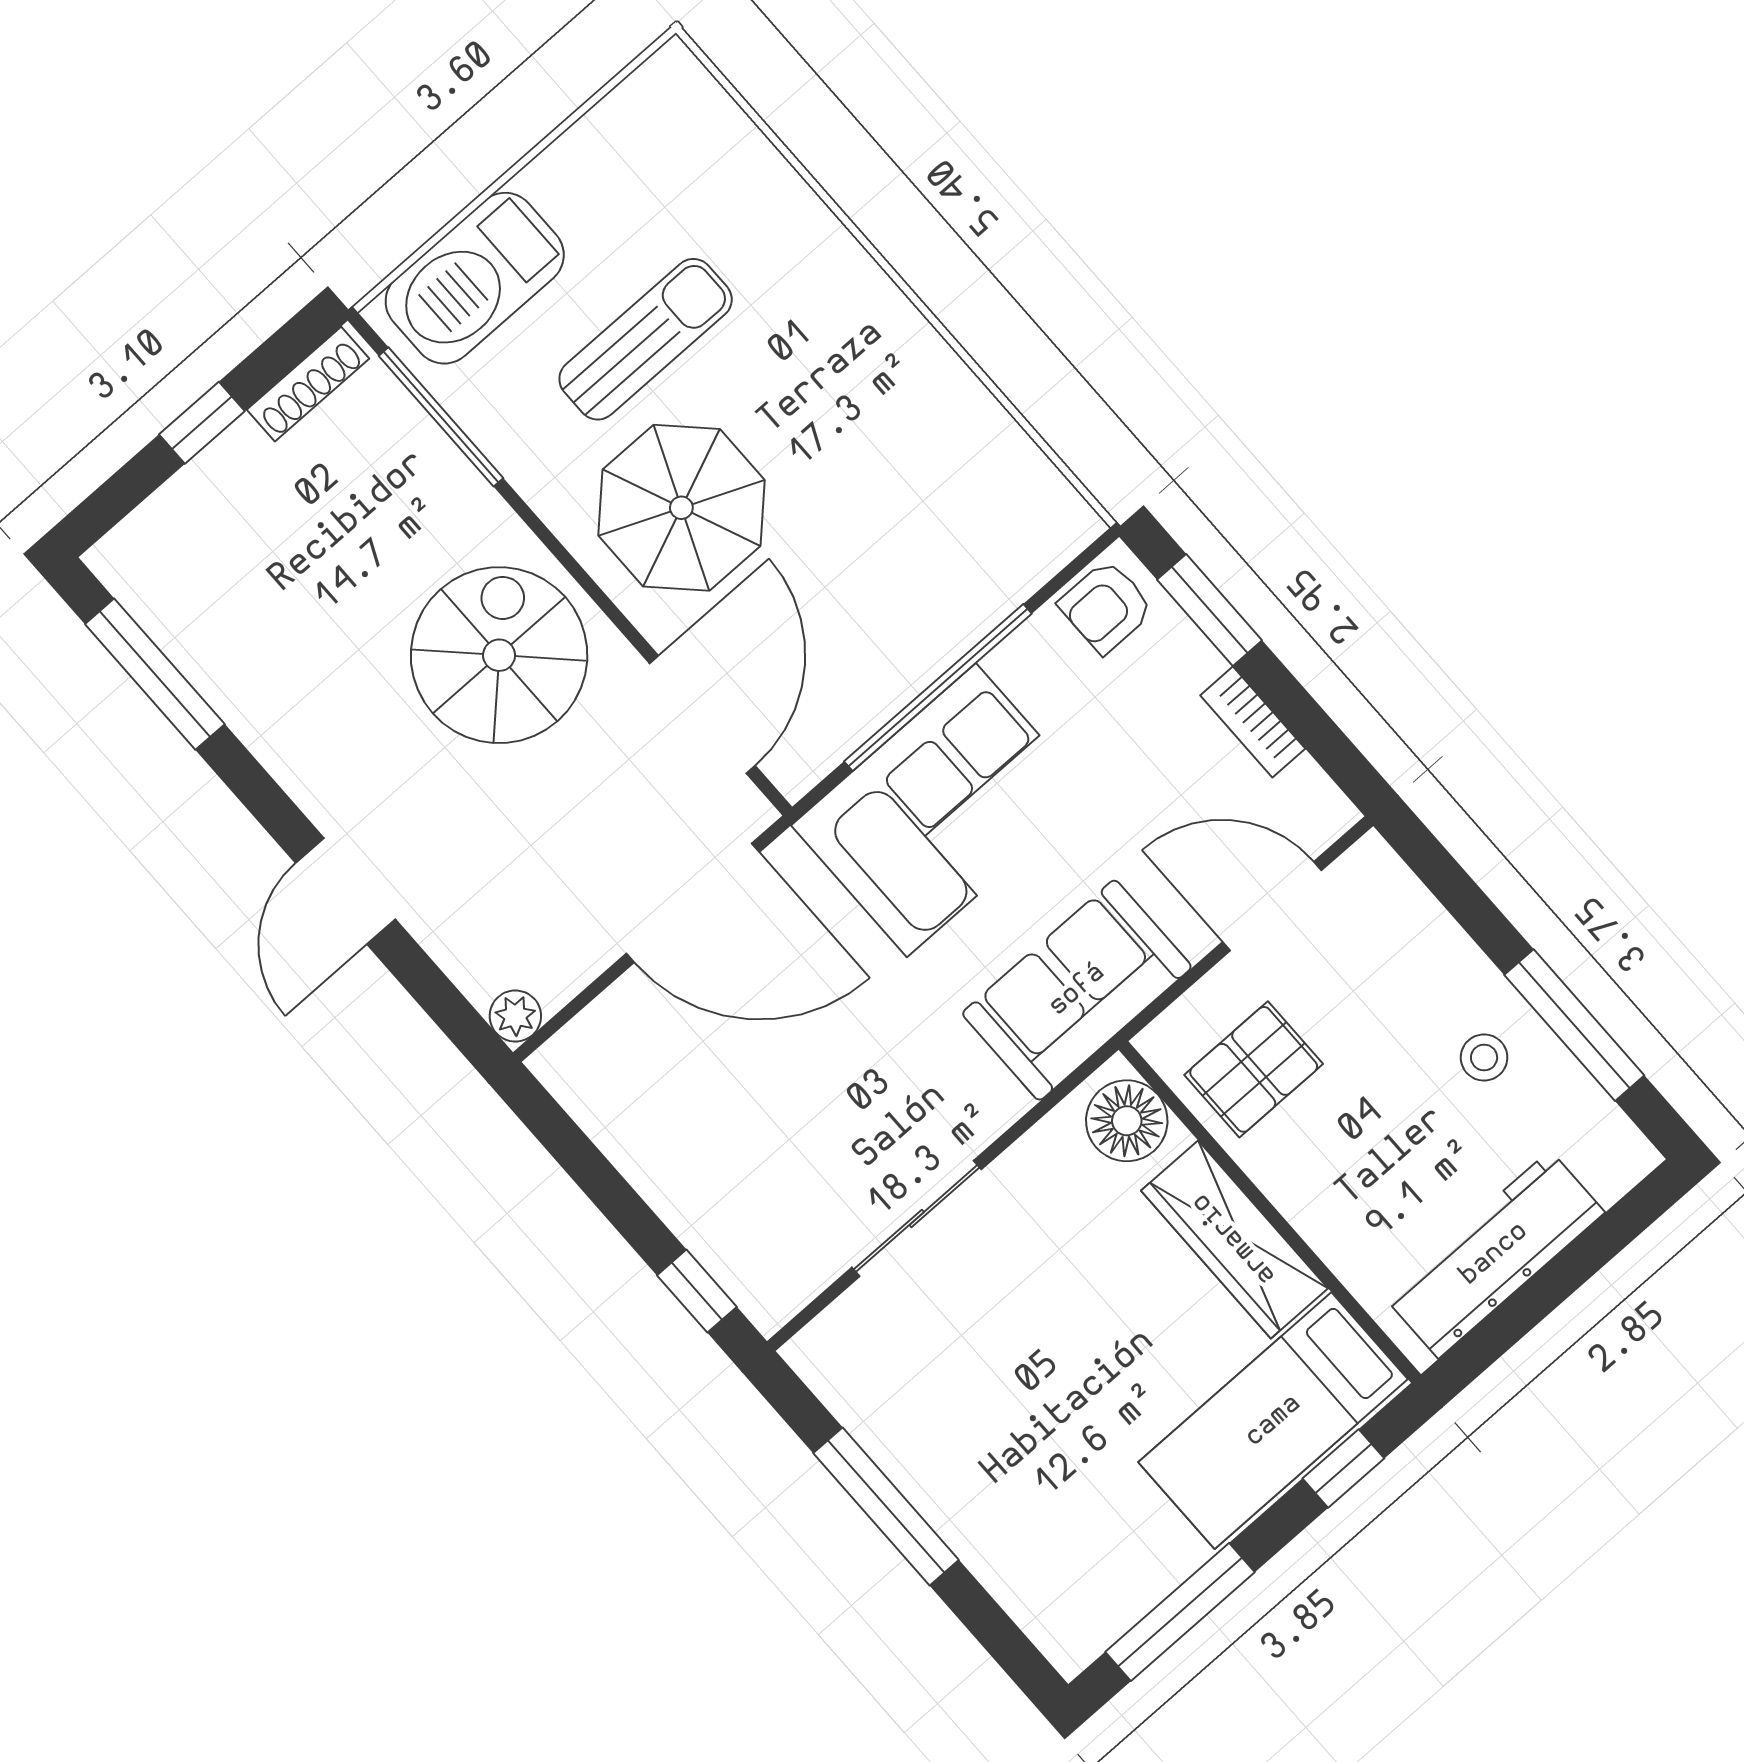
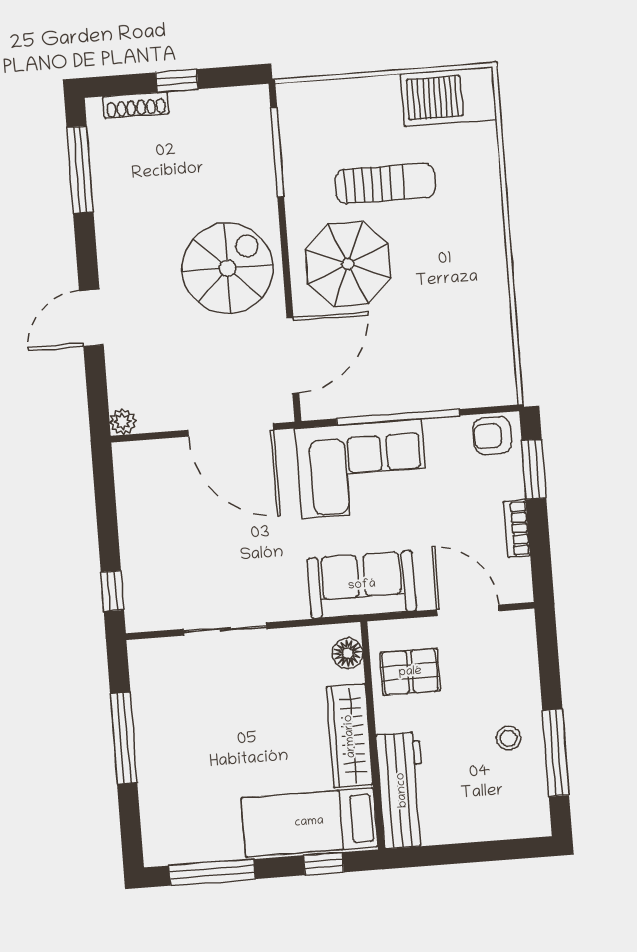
barbecue: (475, 278) -> (449, 97), moved
shoe rack: (308, 384) -> (136, 105), moved
floor lamp: (1127, 1121) -> (348, 653), width x0.73, depth x0.73
workbench: (1494, 1254) -> (402, 790), moved, turned 90

